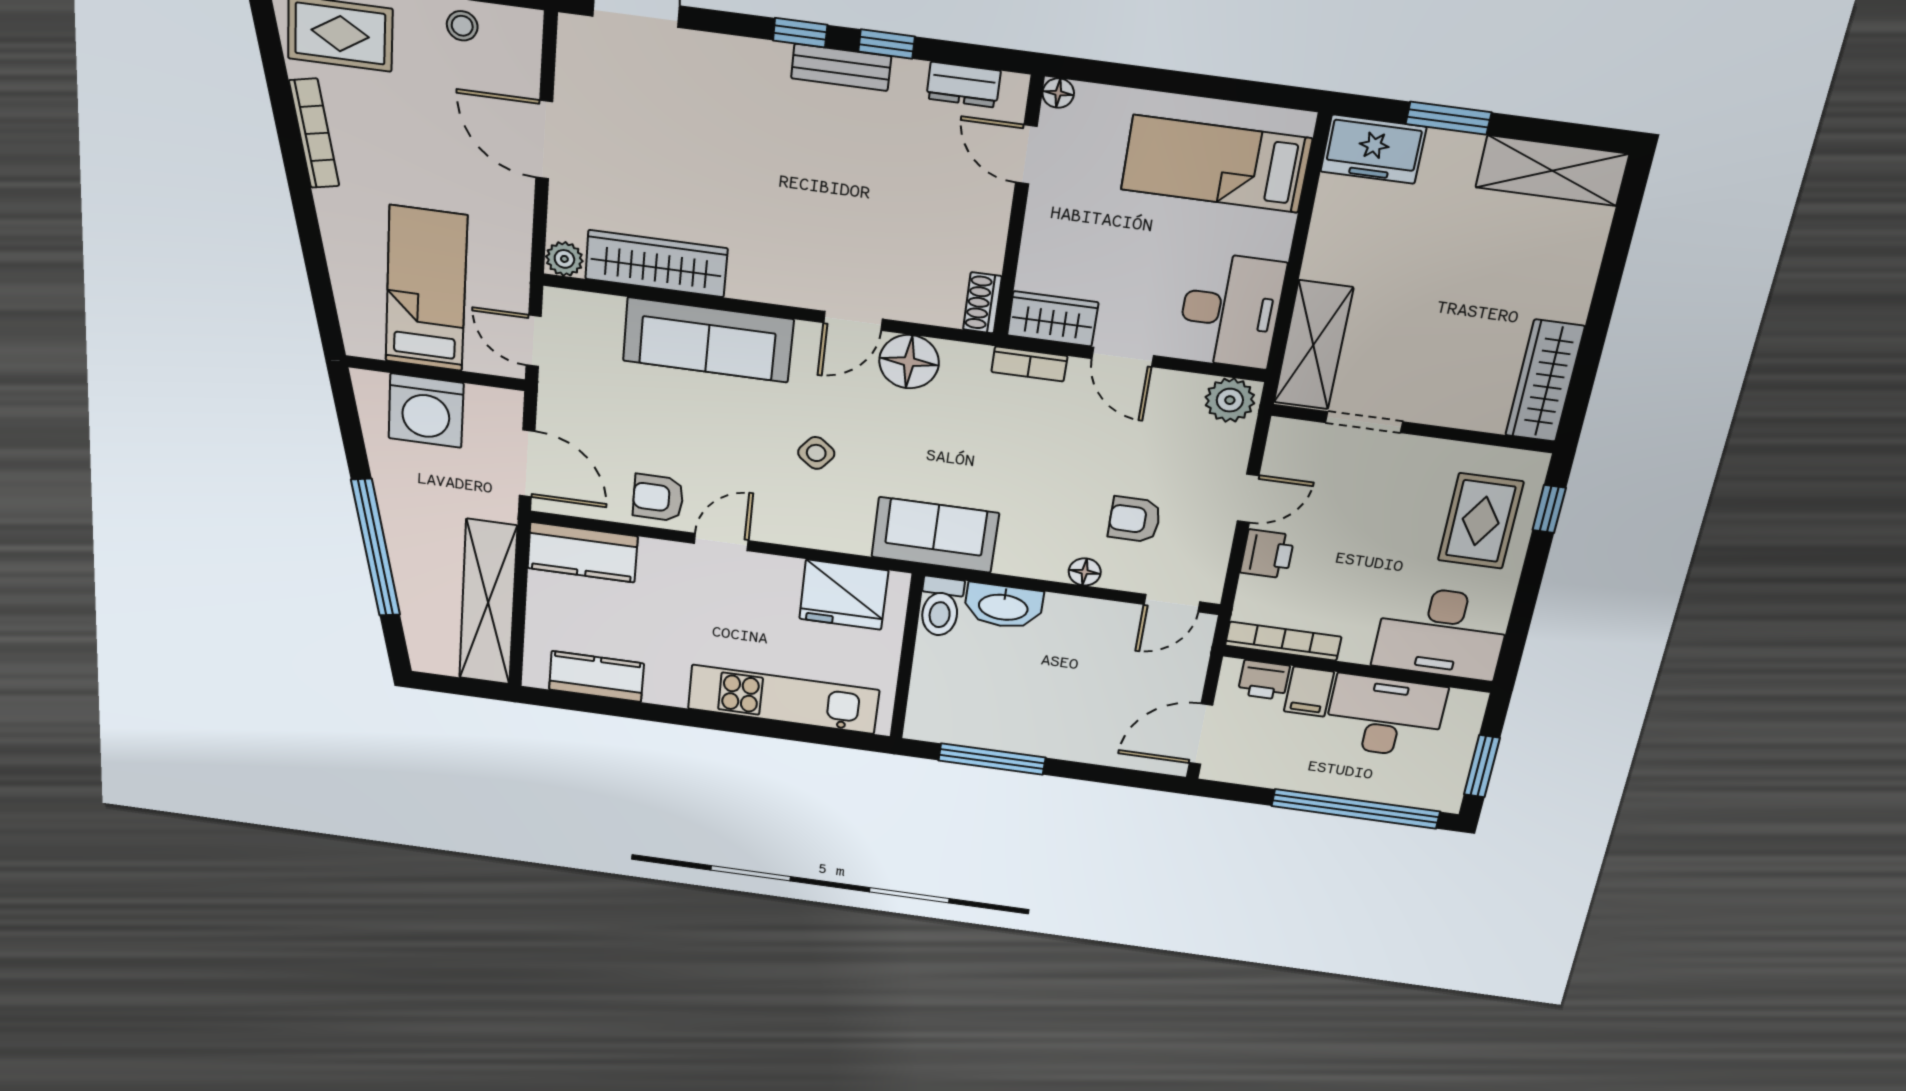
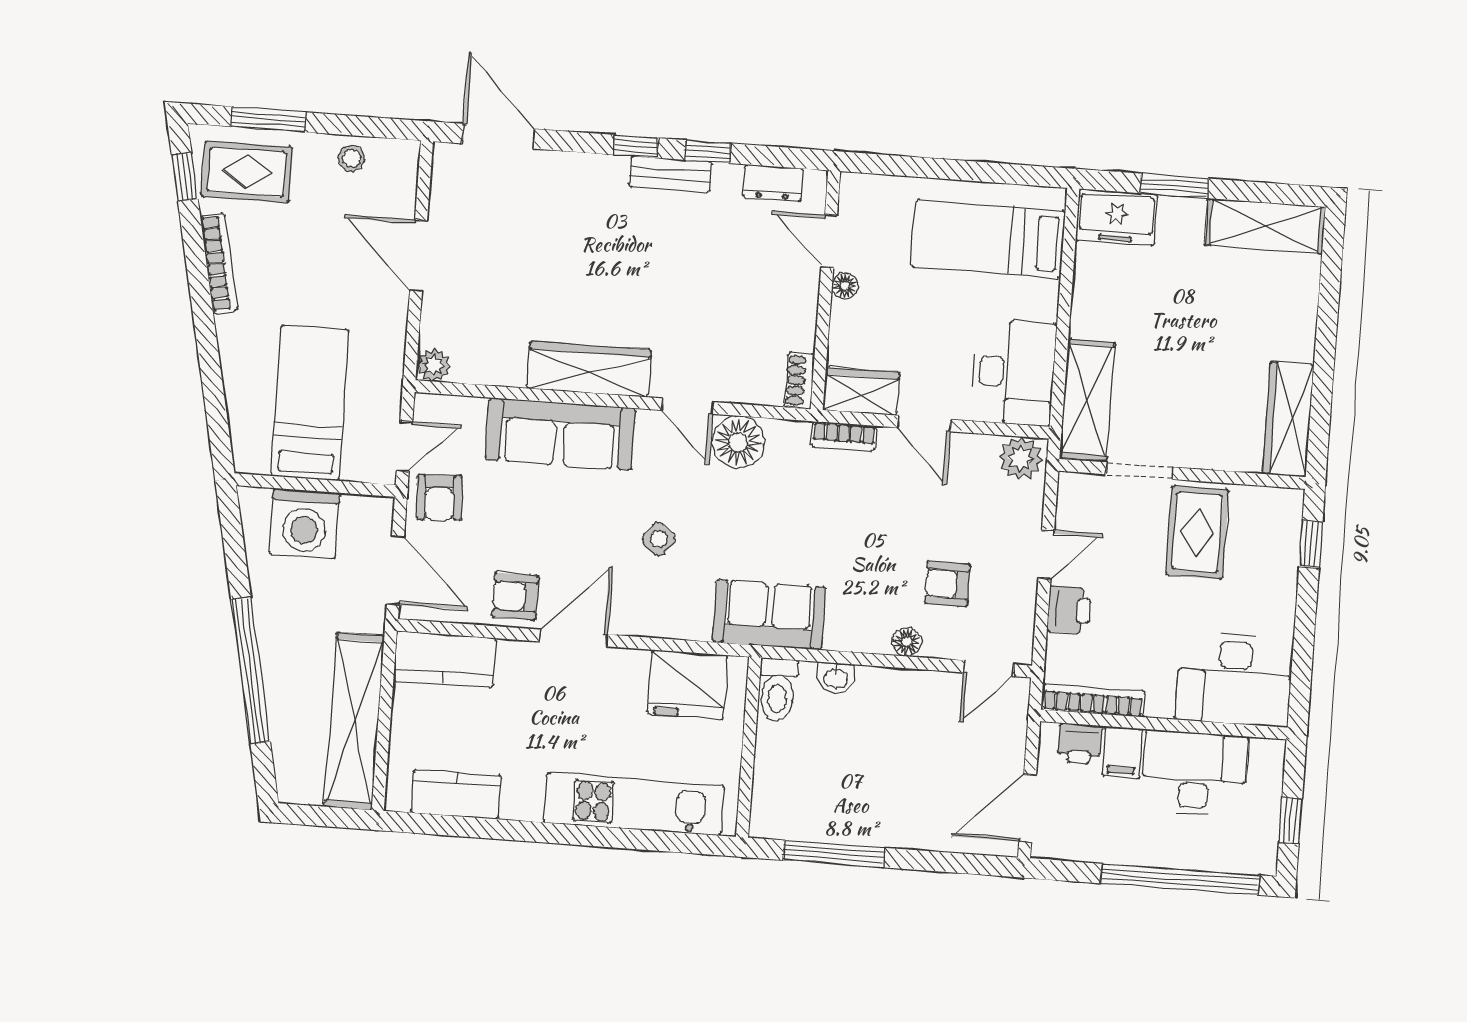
window: (268, 35) -> (185, 177), added
floor lamp: (1058, 93) -> (845, 286), moved
wardrobe: (656, 264) -> (589, 369), moved
door: (853, 321) -> (688, 406), hinge flipped
door: (534, 341) -> (405, 446), swing flipped
armchair: (574, 395) -> (439, 498), added
rug: (1481, 521) -> (1197, 532), moved
door: (721, 542) -> (574, 638), width x1.38
washbasin: (1003, 606) -> (836, 678), width x0.52, depth x0.69
window: (1482, 766) -> (1291, 821), width x0.67

